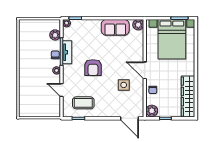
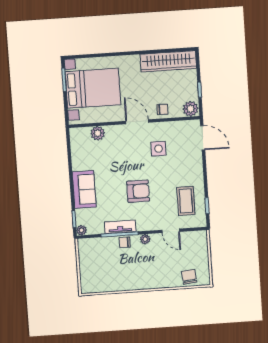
plant: (138, 25) -> (98, 133), moved
sofa: (115, 27) -> (84, 189), moved
plant: (55, 35) -> (98, 244), removed
door: (145, 70) -> (137, 122), swing flipped
door: (62, 90) -> (171, 231), hinge flipped
chair: (26, 102) -> (189, 277), added
door: (129, 118) -> (203, 138), hinge flipped

